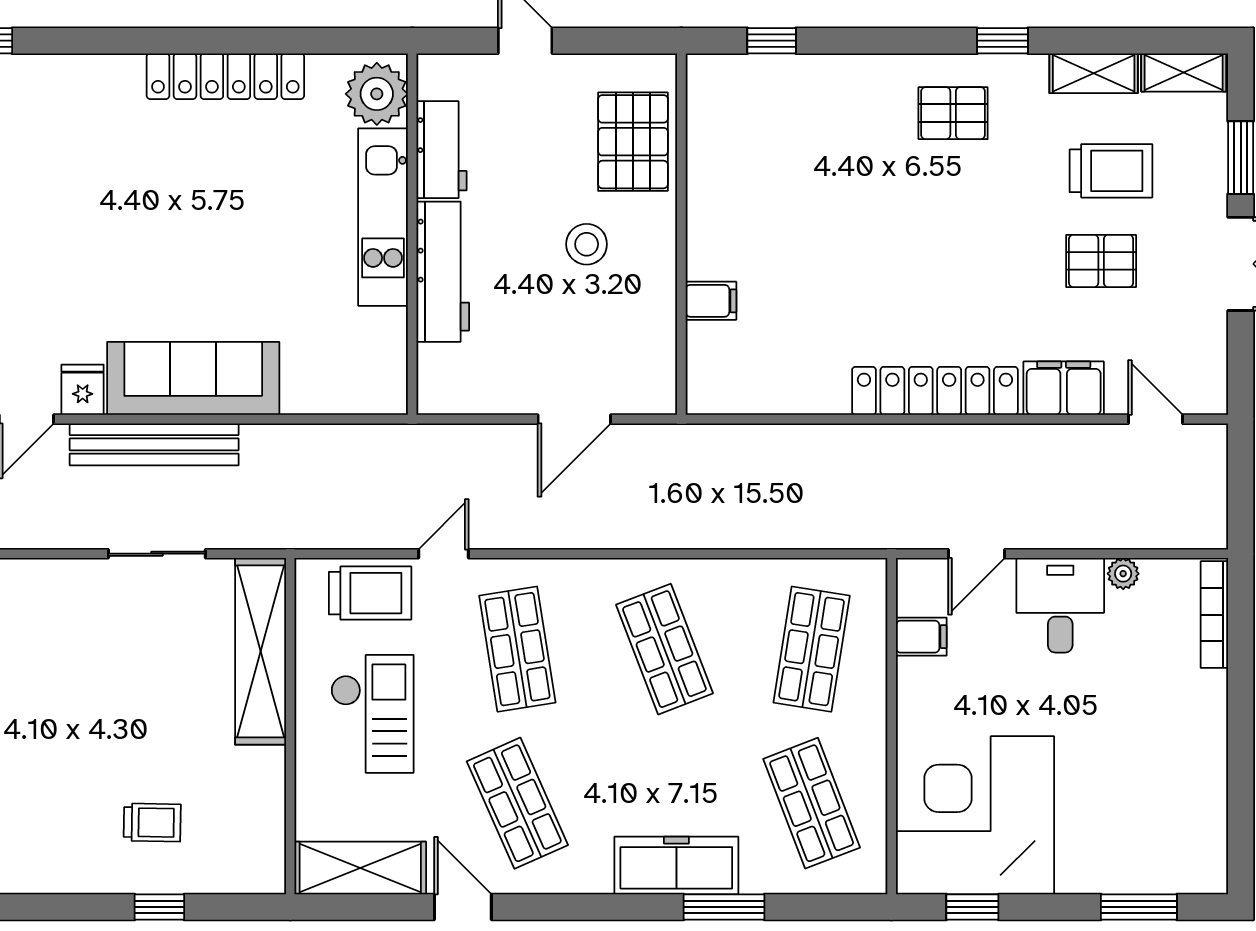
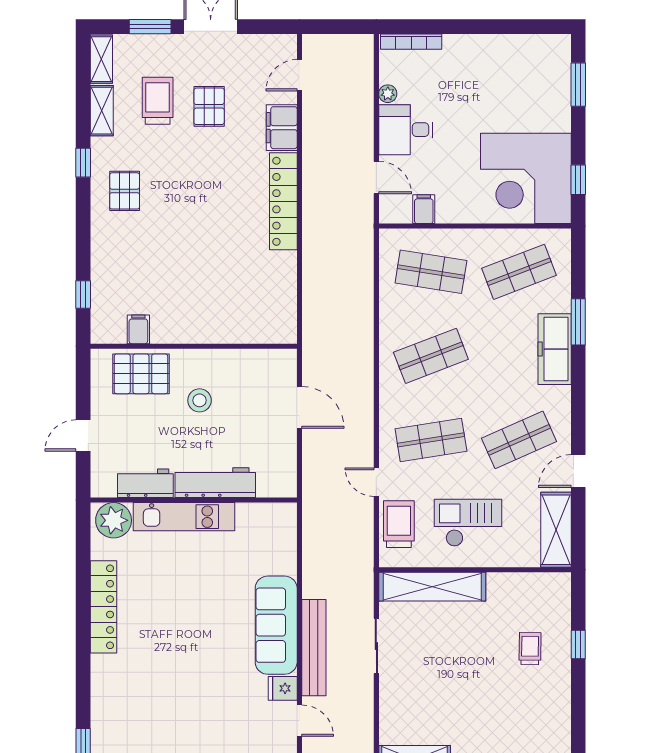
filing cabinet: (711, 301) -> (138, 329), moved

